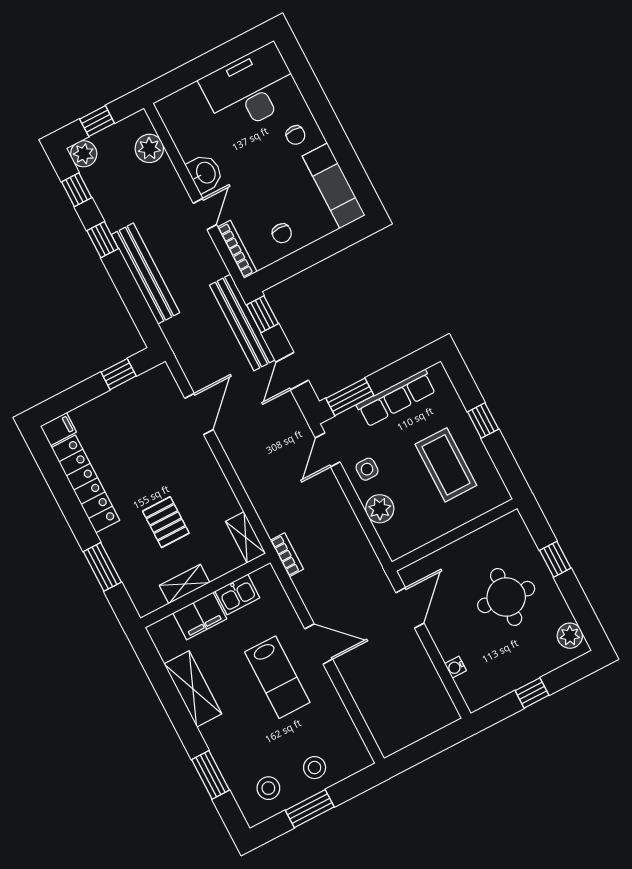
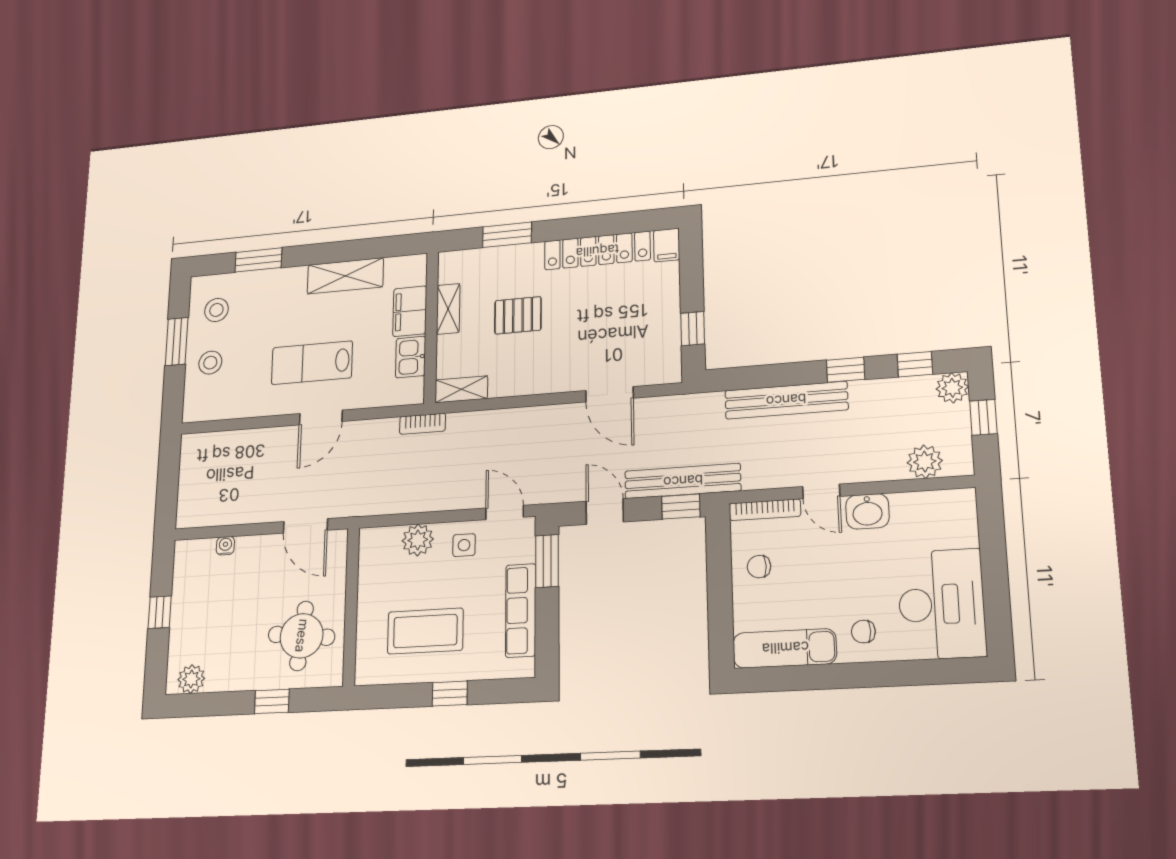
round table: (506, 597) -> (302, 636), moved

